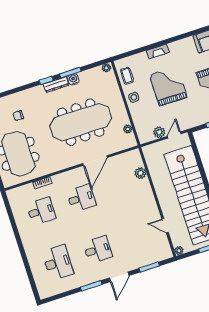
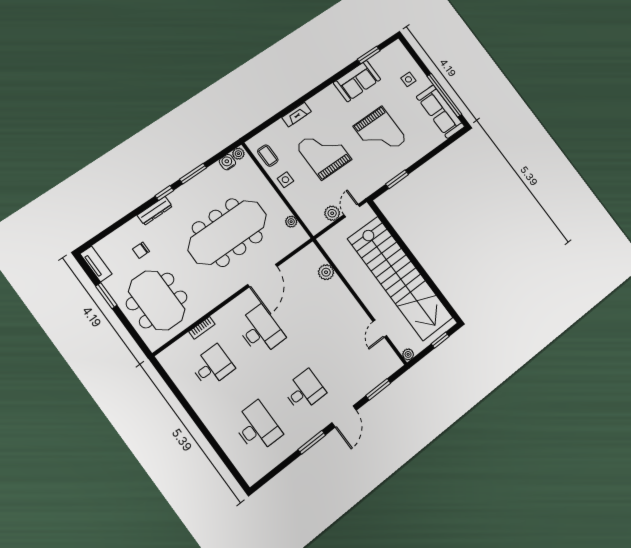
water cooler: (73, 79) -> (227, 162), moved
dresser: (56, 84) -> (155, 211), moved
desk: (81, 198) -> (260, 331), width x1.37
door: (165, 226) -> (380, 329), hinge flipped

